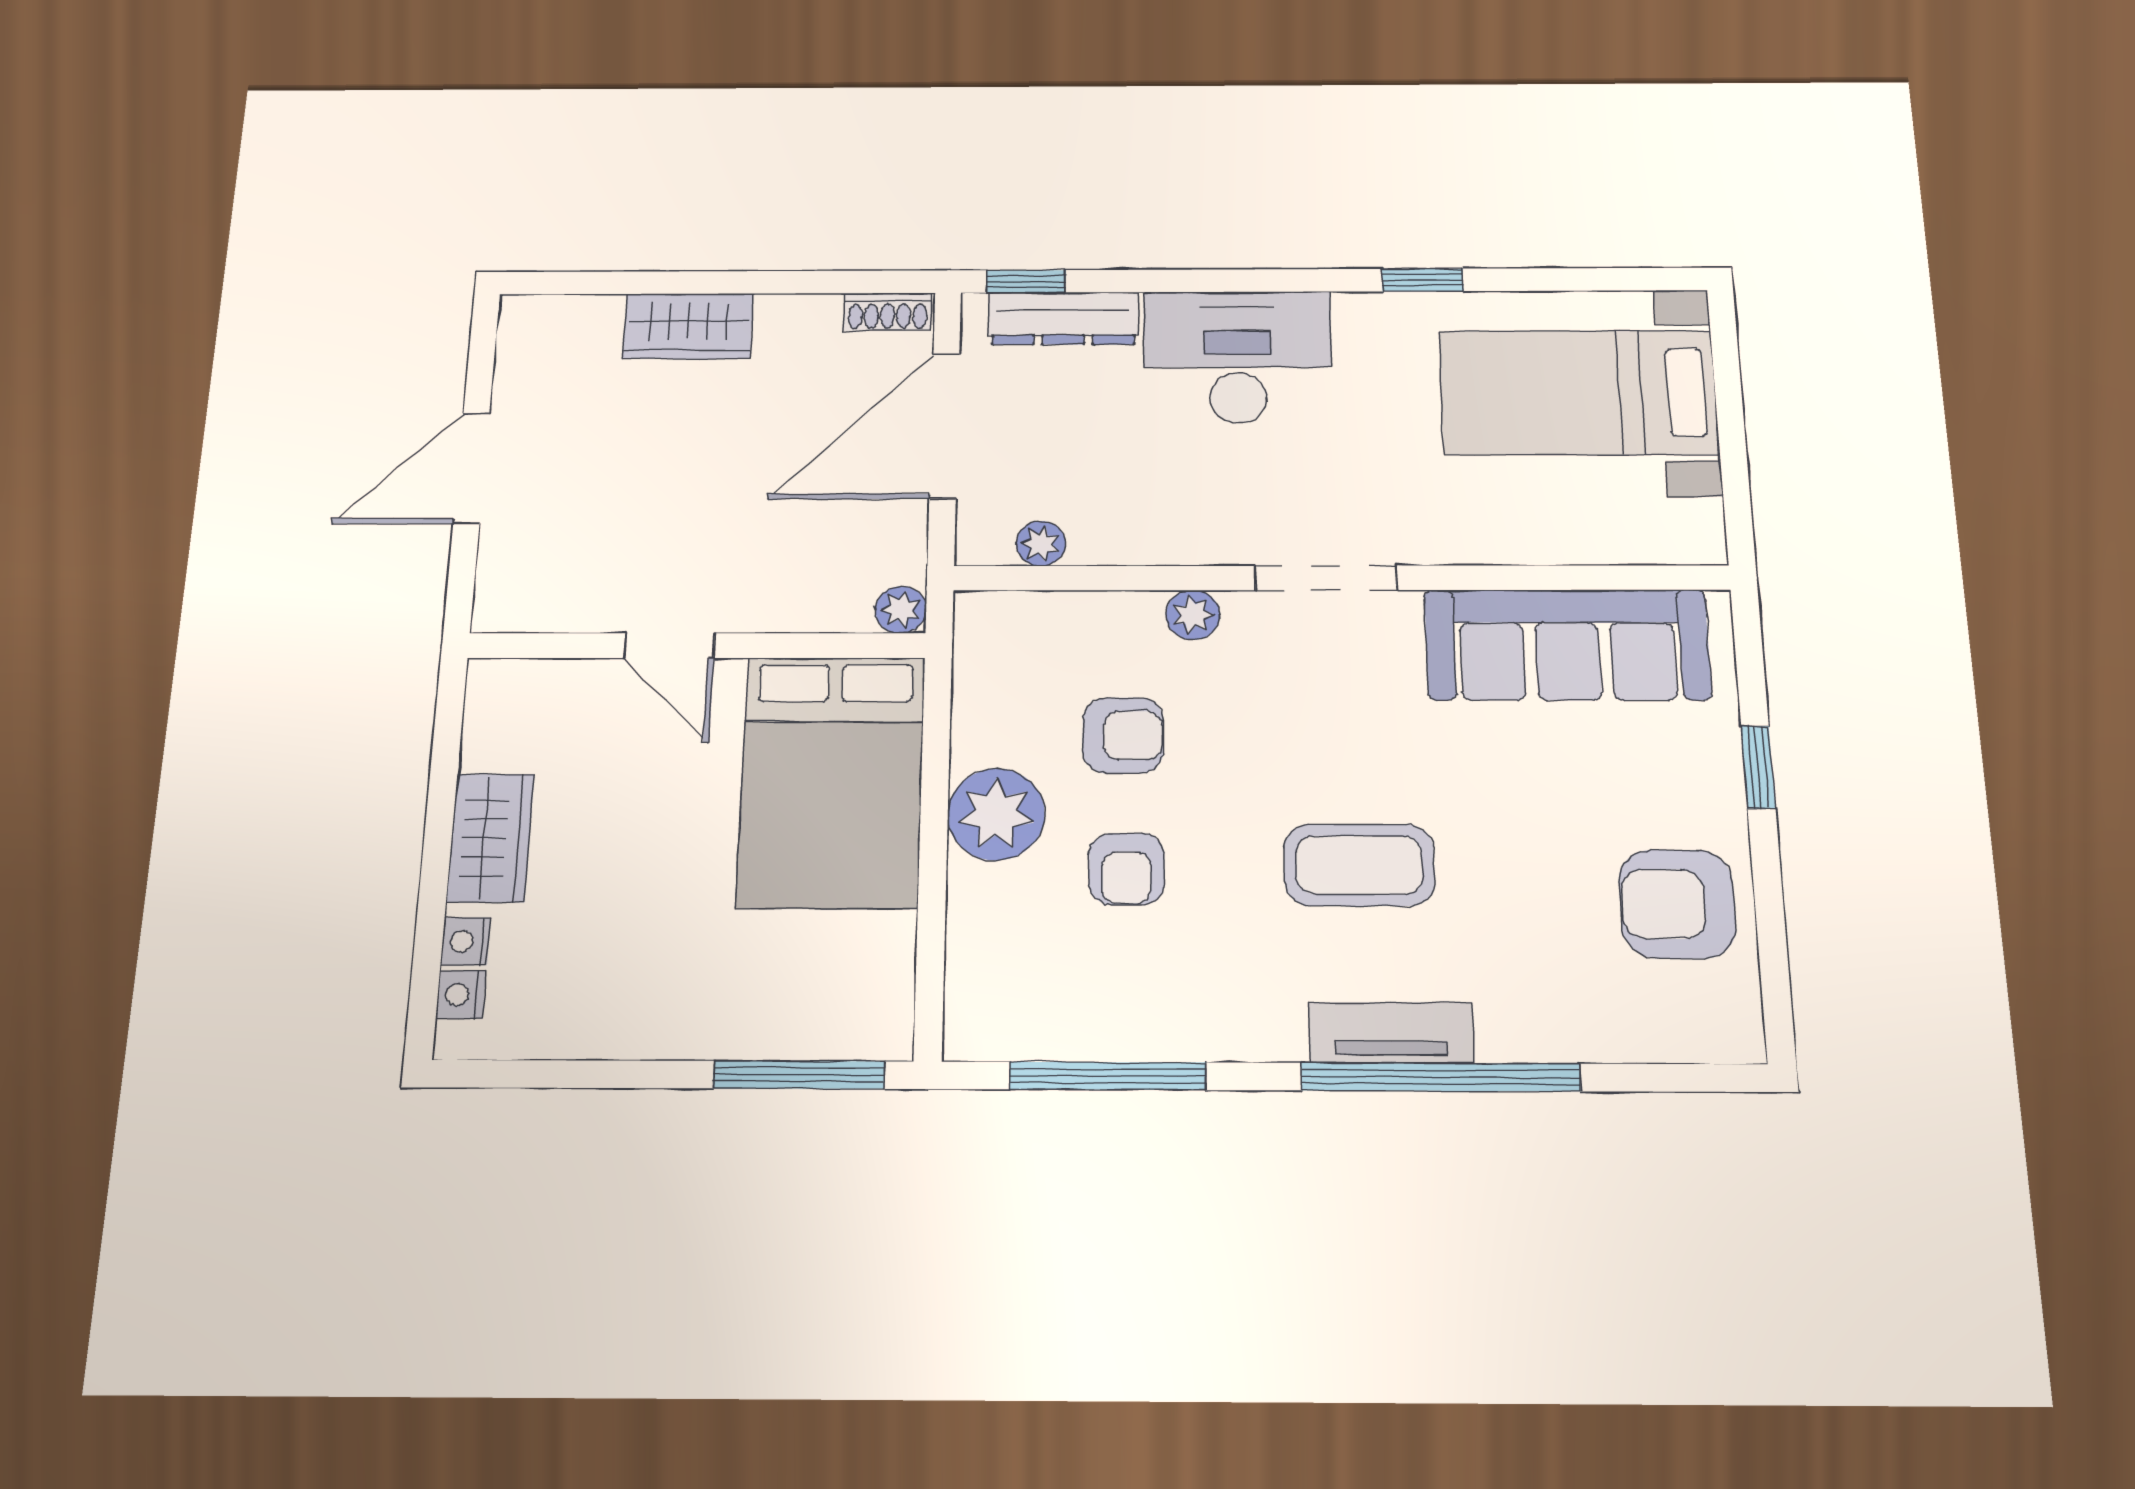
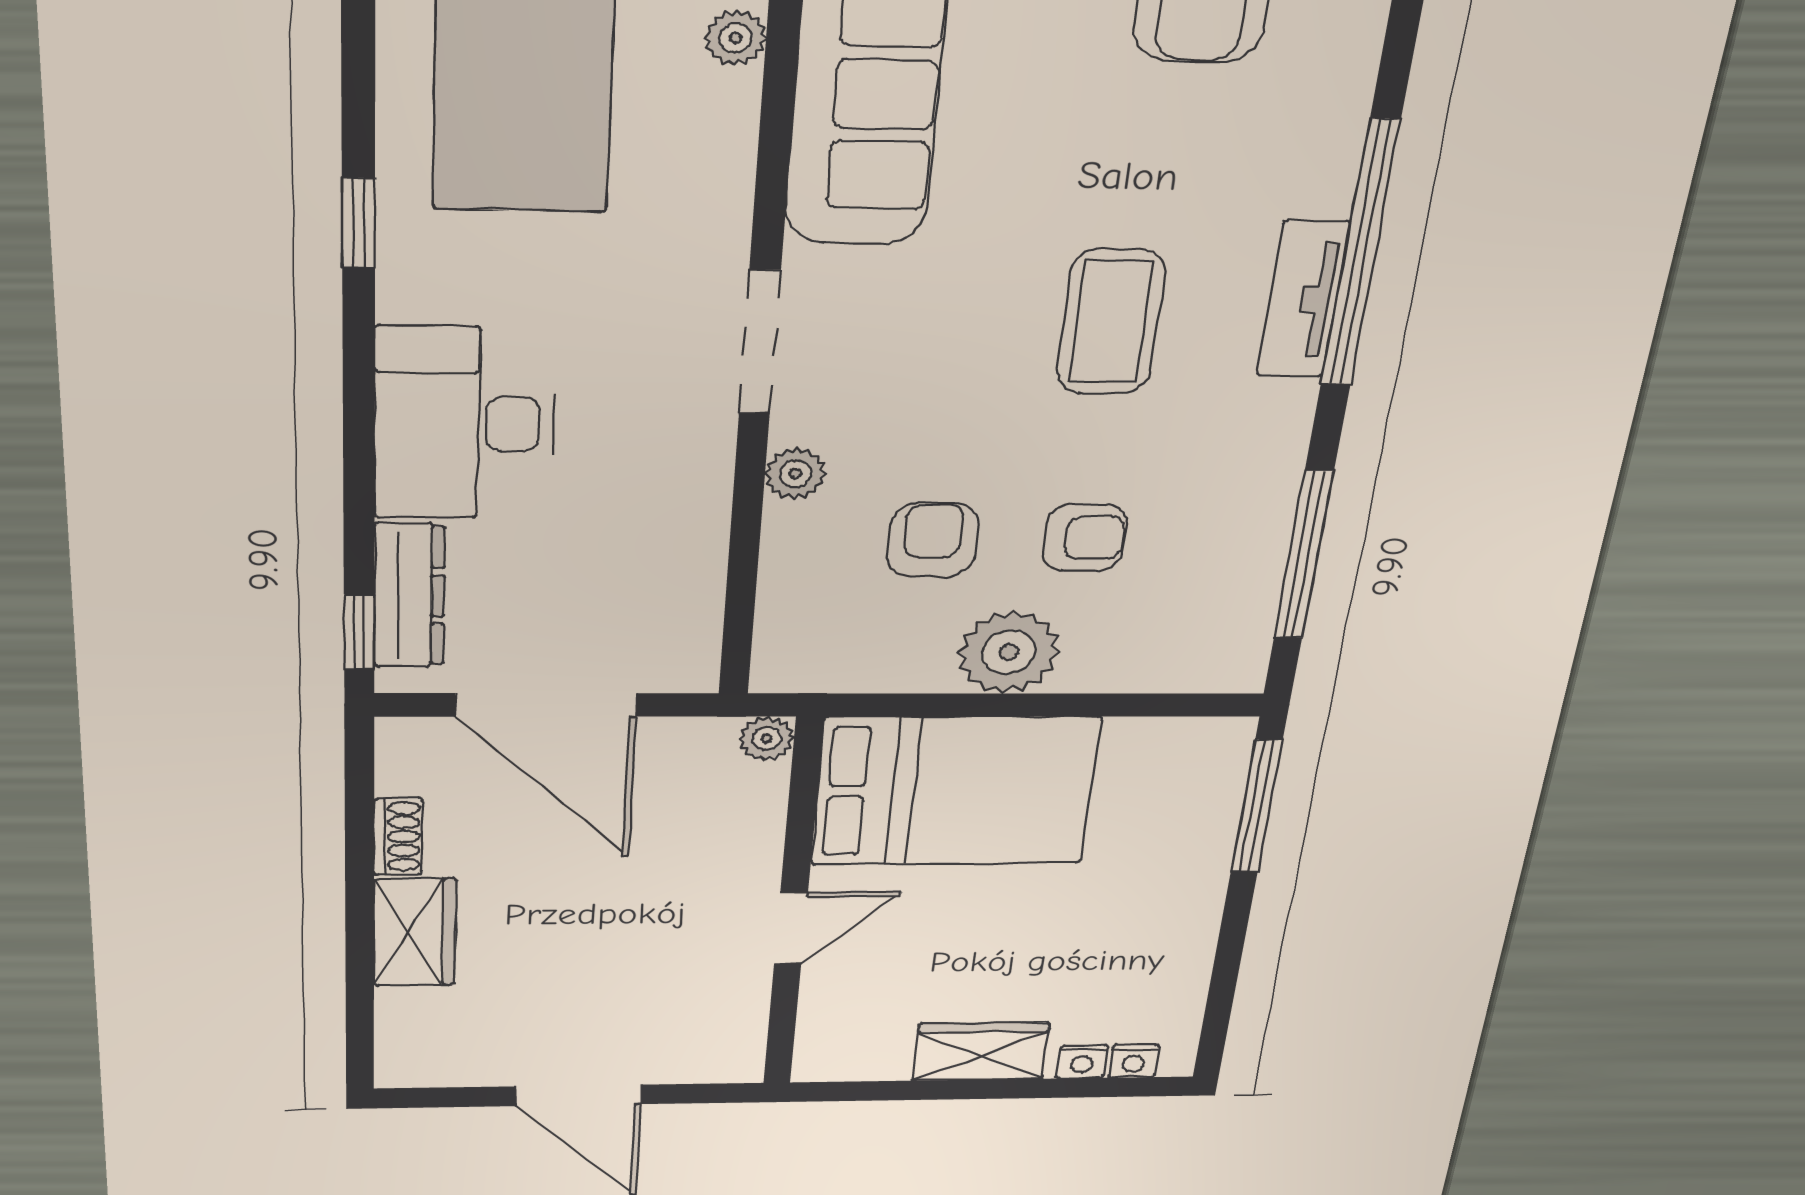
shoe rack: (888, 312) -> (398, 837), moved
plant: (1041, 544) -> (735, 38), moved

